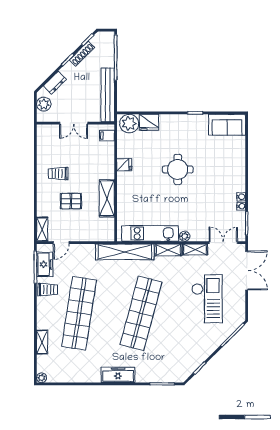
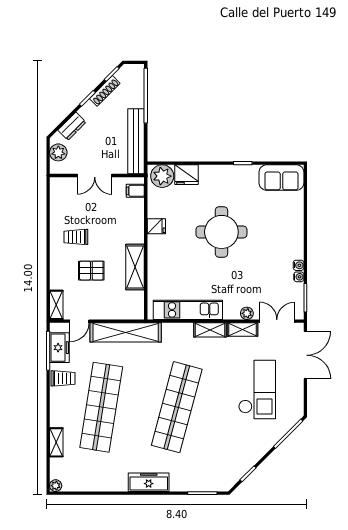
round table: (178, 169) -> (221, 232), width x1.36, depth x1.36
plant: (185, 236) -> (247, 313), moved
shelving: (125, 252) -> (126, 332), moved

